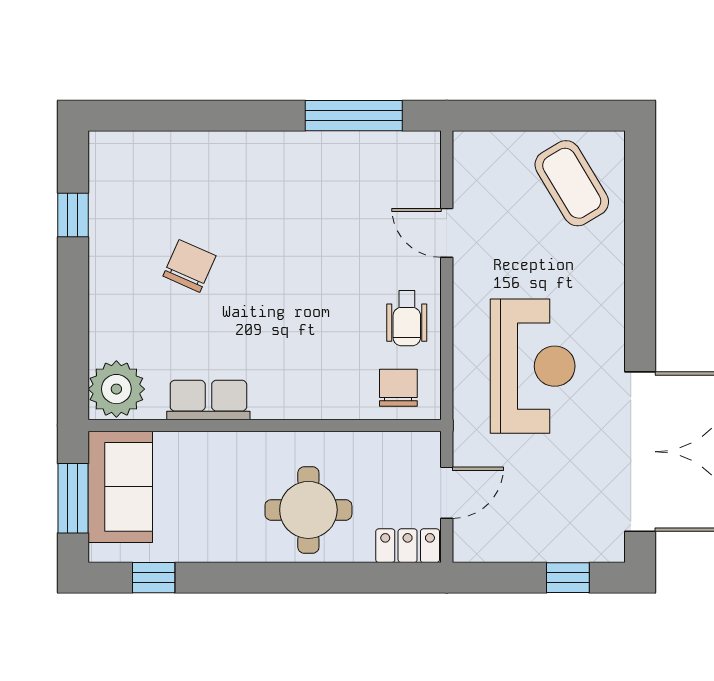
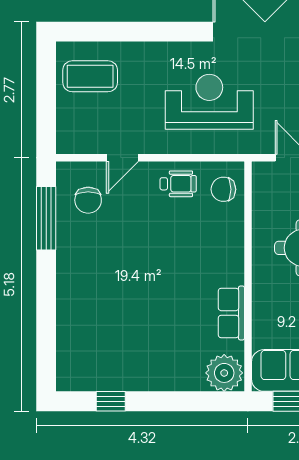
coffee table: (572, 183) -> (90, 76), turned 31
chair: (189, 266) -> (88, 200), moved, turned -114

